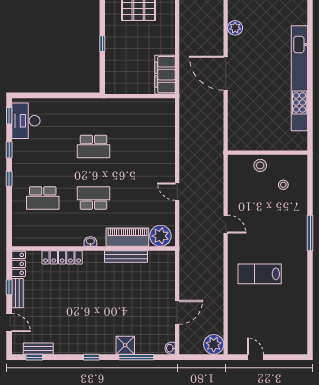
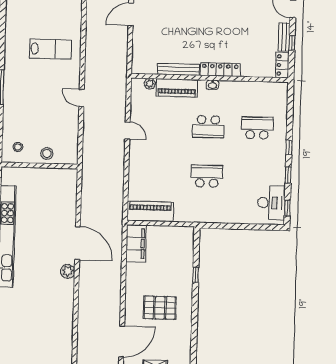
plant: (235, 28) -> (68, 271), moved
piano: (151, 108) -> (150, 211), added
stool: (283, 185) -> (18, 147), moved
plant: (160, 236) -> (150, 84), width x0.53, depth x0.53
locker: (62, 257) -> (220, 70), moved

